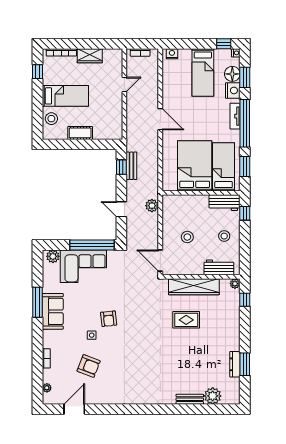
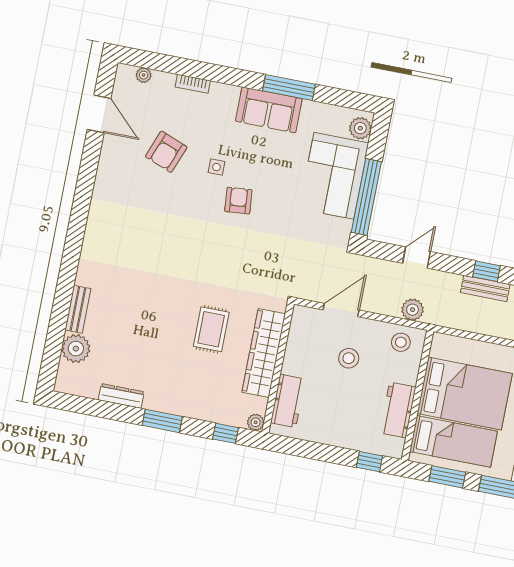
workbench: (225, 203) -> (398, 410), moved
stool: (224, 236) -> (401, 342), moved
door: (160, 261) -> (341, 310), moved
armchair: (109, 319) -> (238, 201), turned 91
window: (245, 364) -> (162, 421), moved

